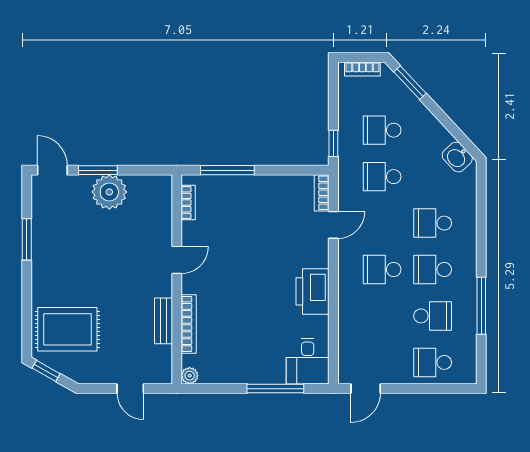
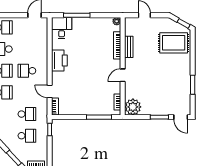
plant: (109, 192) -> (133, 107), moved
door: (333, 225) -> (50, 92), hinge flipped
school desk: (382, 270) -> (27, 71), turned 180

